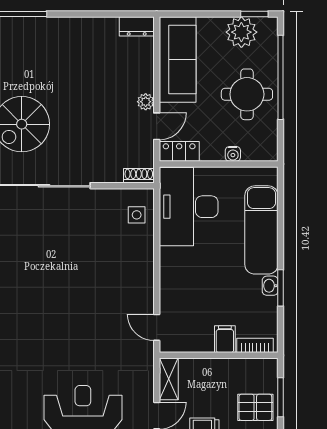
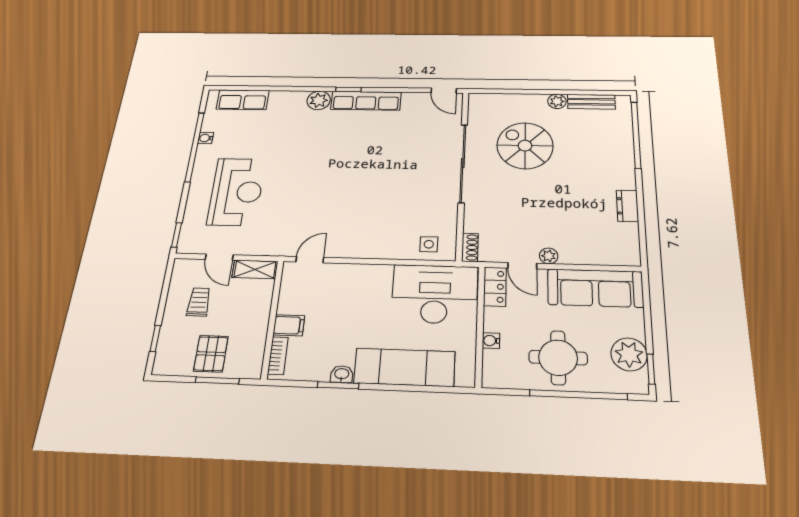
dresser: (137, 26) -> (627, 206), moved

